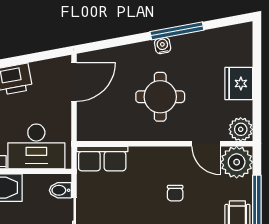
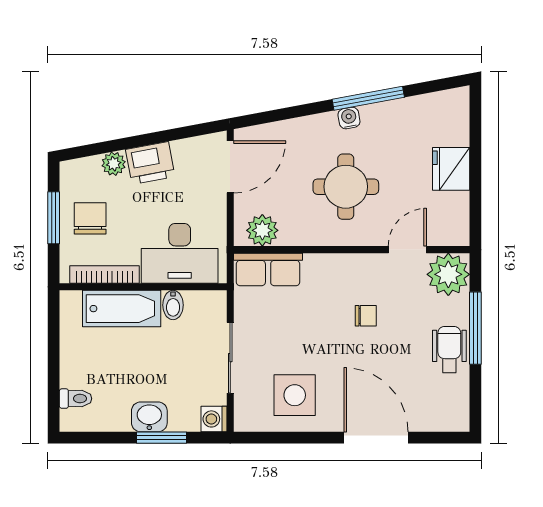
plant: (241, 129) -> (262, 230), moved
door: (206, 144) -> (407, 250), swing flipped
bidet: (60, 190) -> (173, 305), moved, turned -90
chair: (175, 193) -> (366, 316), turned -90

